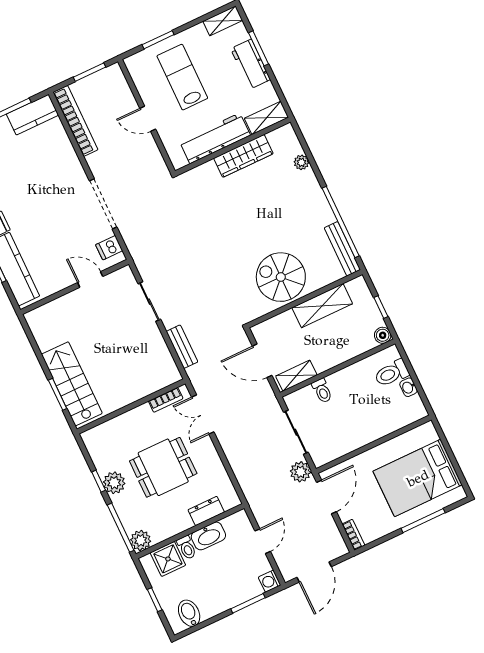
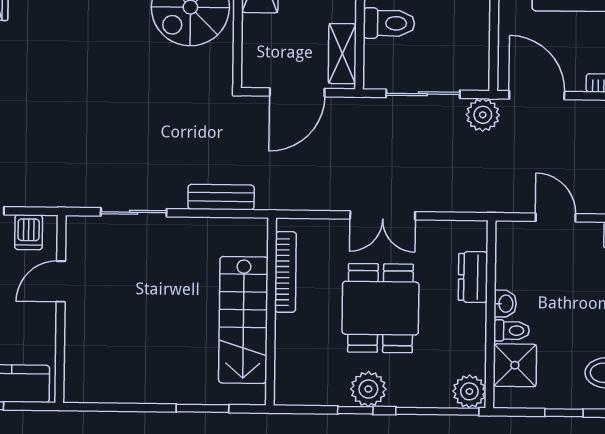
stairs: (72, 384) -> (243, 320), moved, turned -90
toilet: (322, 391) -> (389, 23), width x1.37, depth x1.39
bookcase: (166, 400) -> (285, 272), width x1.56
double door: (203, 415) -> (383, 215), moved
washbasin: (208, 536) -> (505, 304), width x0.52, depth x0.69

